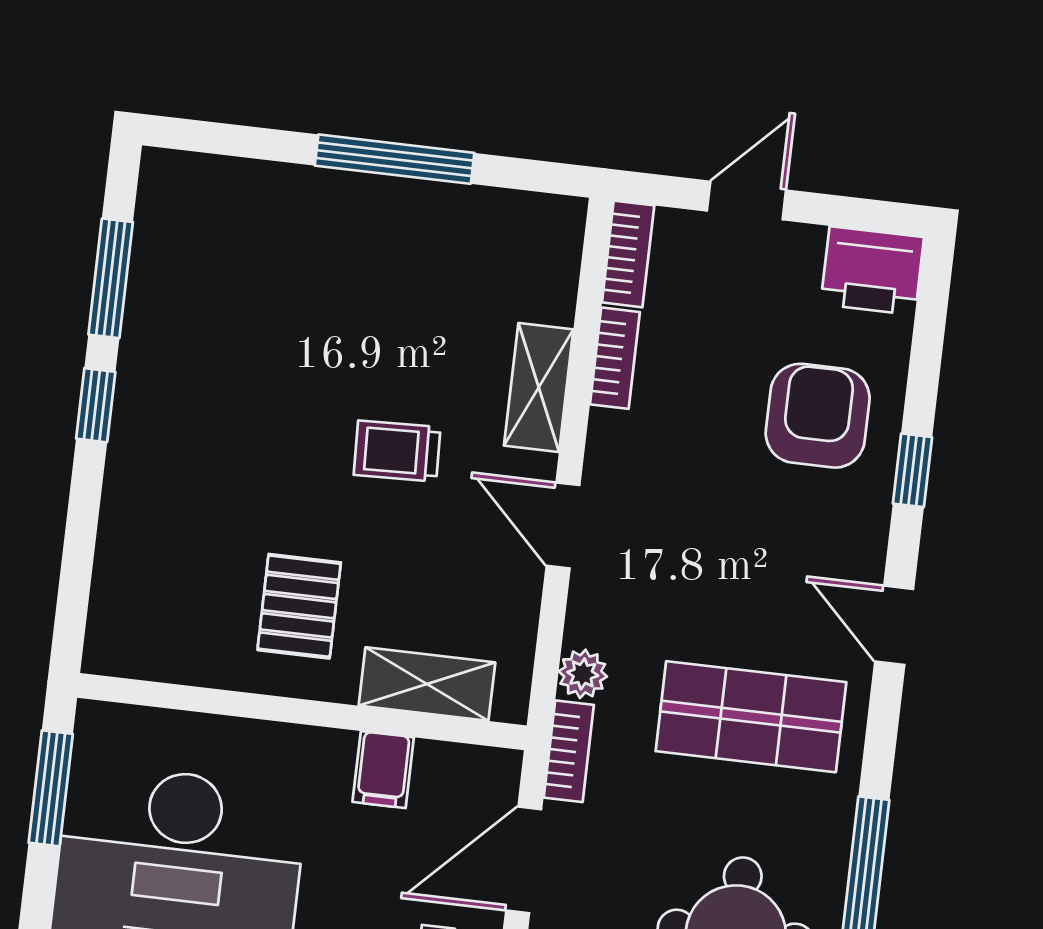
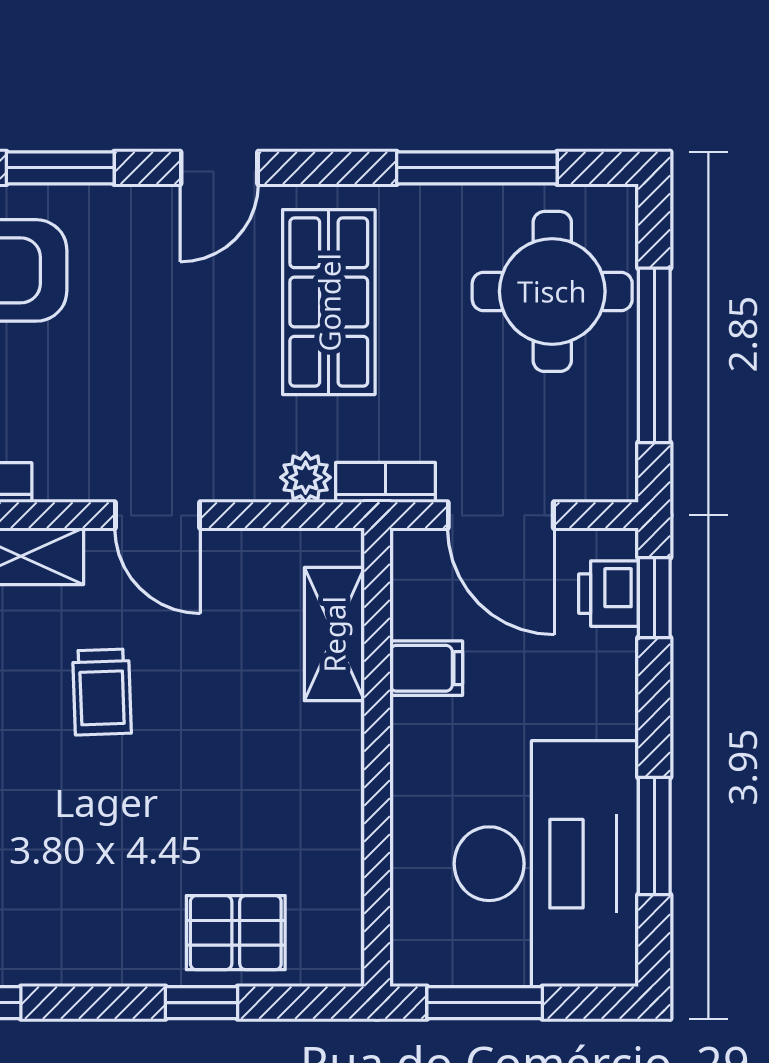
window: (96, 405) -> (201, 1003), moved
window: (912, 470) -> (60, 168), width x1.50
door: (563, 525) -> (158, 515), hinge flipped
pallet: (299, 606) -> (236, 933), moved

